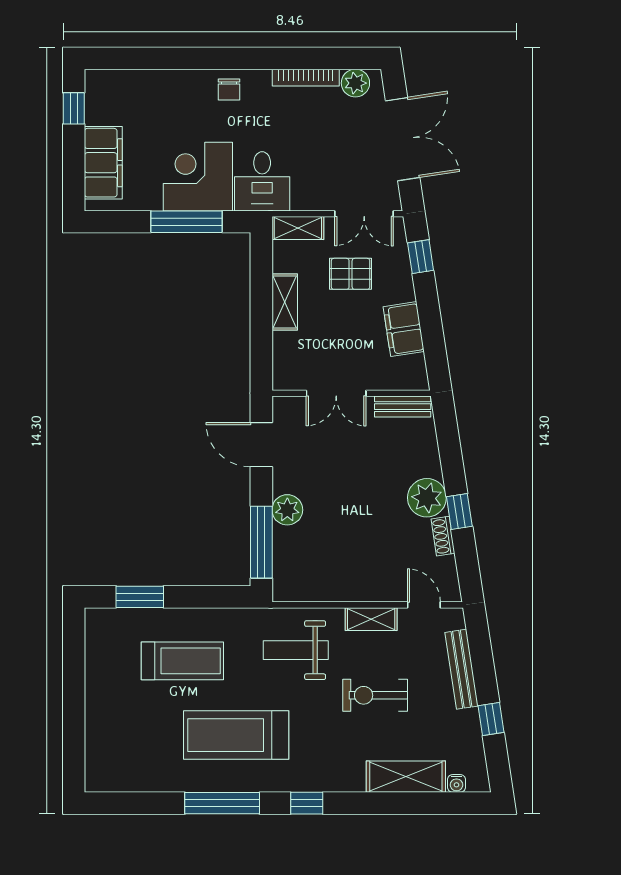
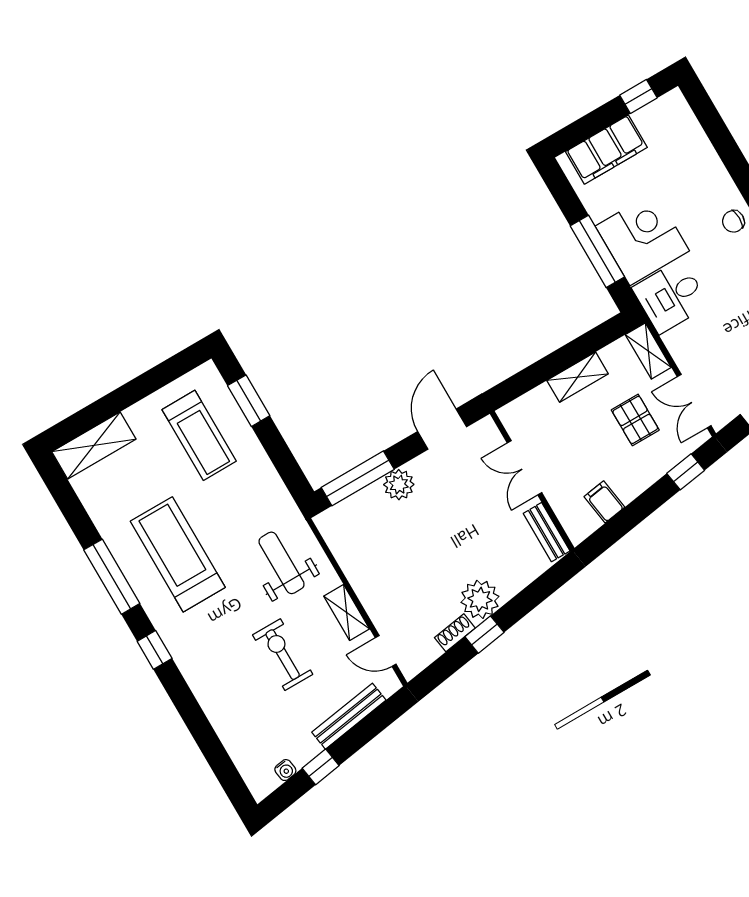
filing cabinet: (404, 329) -> (604, 502), width x0.50
door: (424, 605) -> (386, 651), swing flipped
treadmill: (182, 661) -> (199, 435), moved
shelving: (406, 777) -> (94, 445), moved, turned 90
water cooler: (456, 783) -> (285, 770), moved, turned -99

